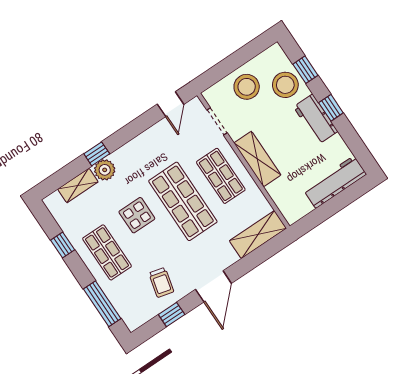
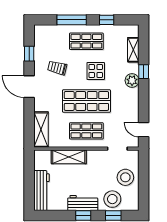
shelving: (257, 159) -> (69, 157), moved
plant: (105, 170) -> (132, 80), moved
trolley: (161, 282) -> (57, 68), moved
window: (102, 304) -> (72, 20), moved

